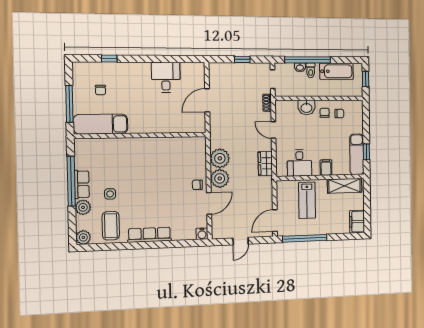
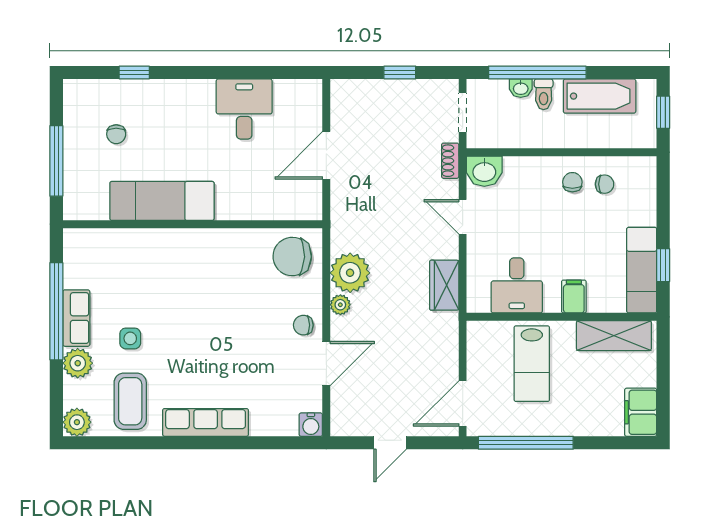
washbasin: (306, 108) -> (484, 171), moved
exam couch: (101, 124) -> (162, 201), moved
chair: (191, 151) -> (292, 257), added
plant: (220, 178) -> (340, 305), width x0.53, depth x0.53

